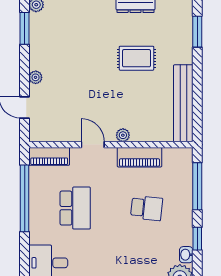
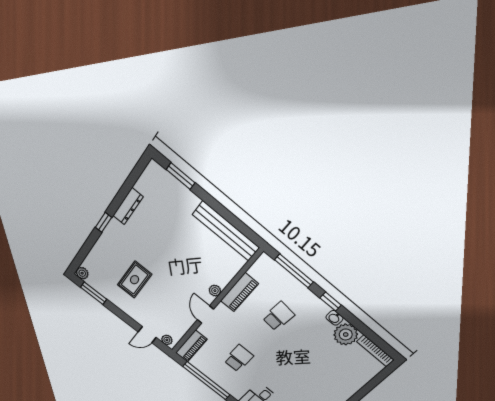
rug: (137, 58) -> (135, 280), moved
plant: (36, 77) -> (167, 340), moved
door: (93, 145) -> (205, 314), hinge flipped
school desk: (75, 208) -> (239, 358), width x0.54

